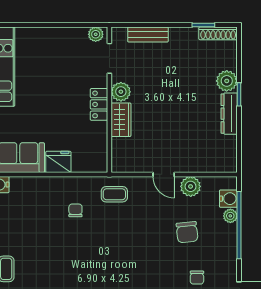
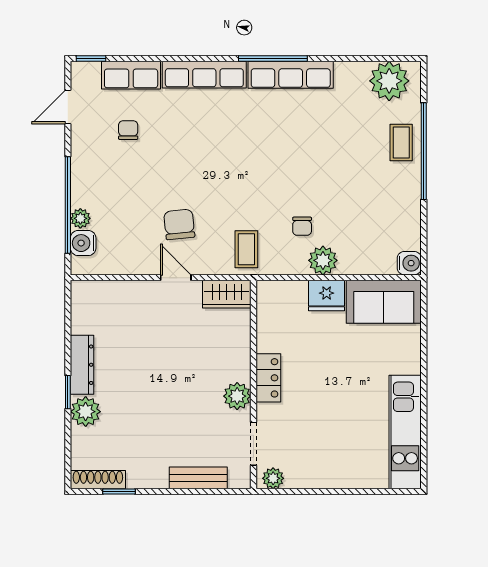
wardrobe: (121, 120) -> (227, 294), moved, turned -90
plant: (191, 186) -> (323, 260), moved
coffee table: (114, 194) -> (246, 249), turned 90
chair: (187, 232) -> (179, 224), moved

